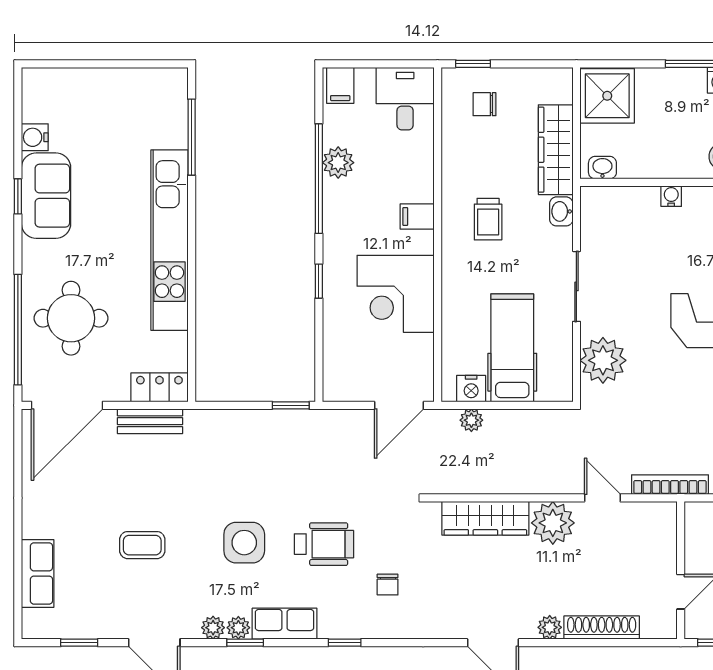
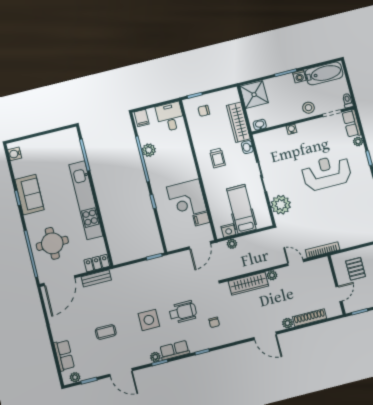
water cooler: (35, 137) -> (15, 154), moved
filing cabinet: (417, 217) -> (201, 219), moved
plant: (553, 523) -> (272, 275), width x0.53, depth x0.53
plant: (213, 628) -> (75, 377), moved

